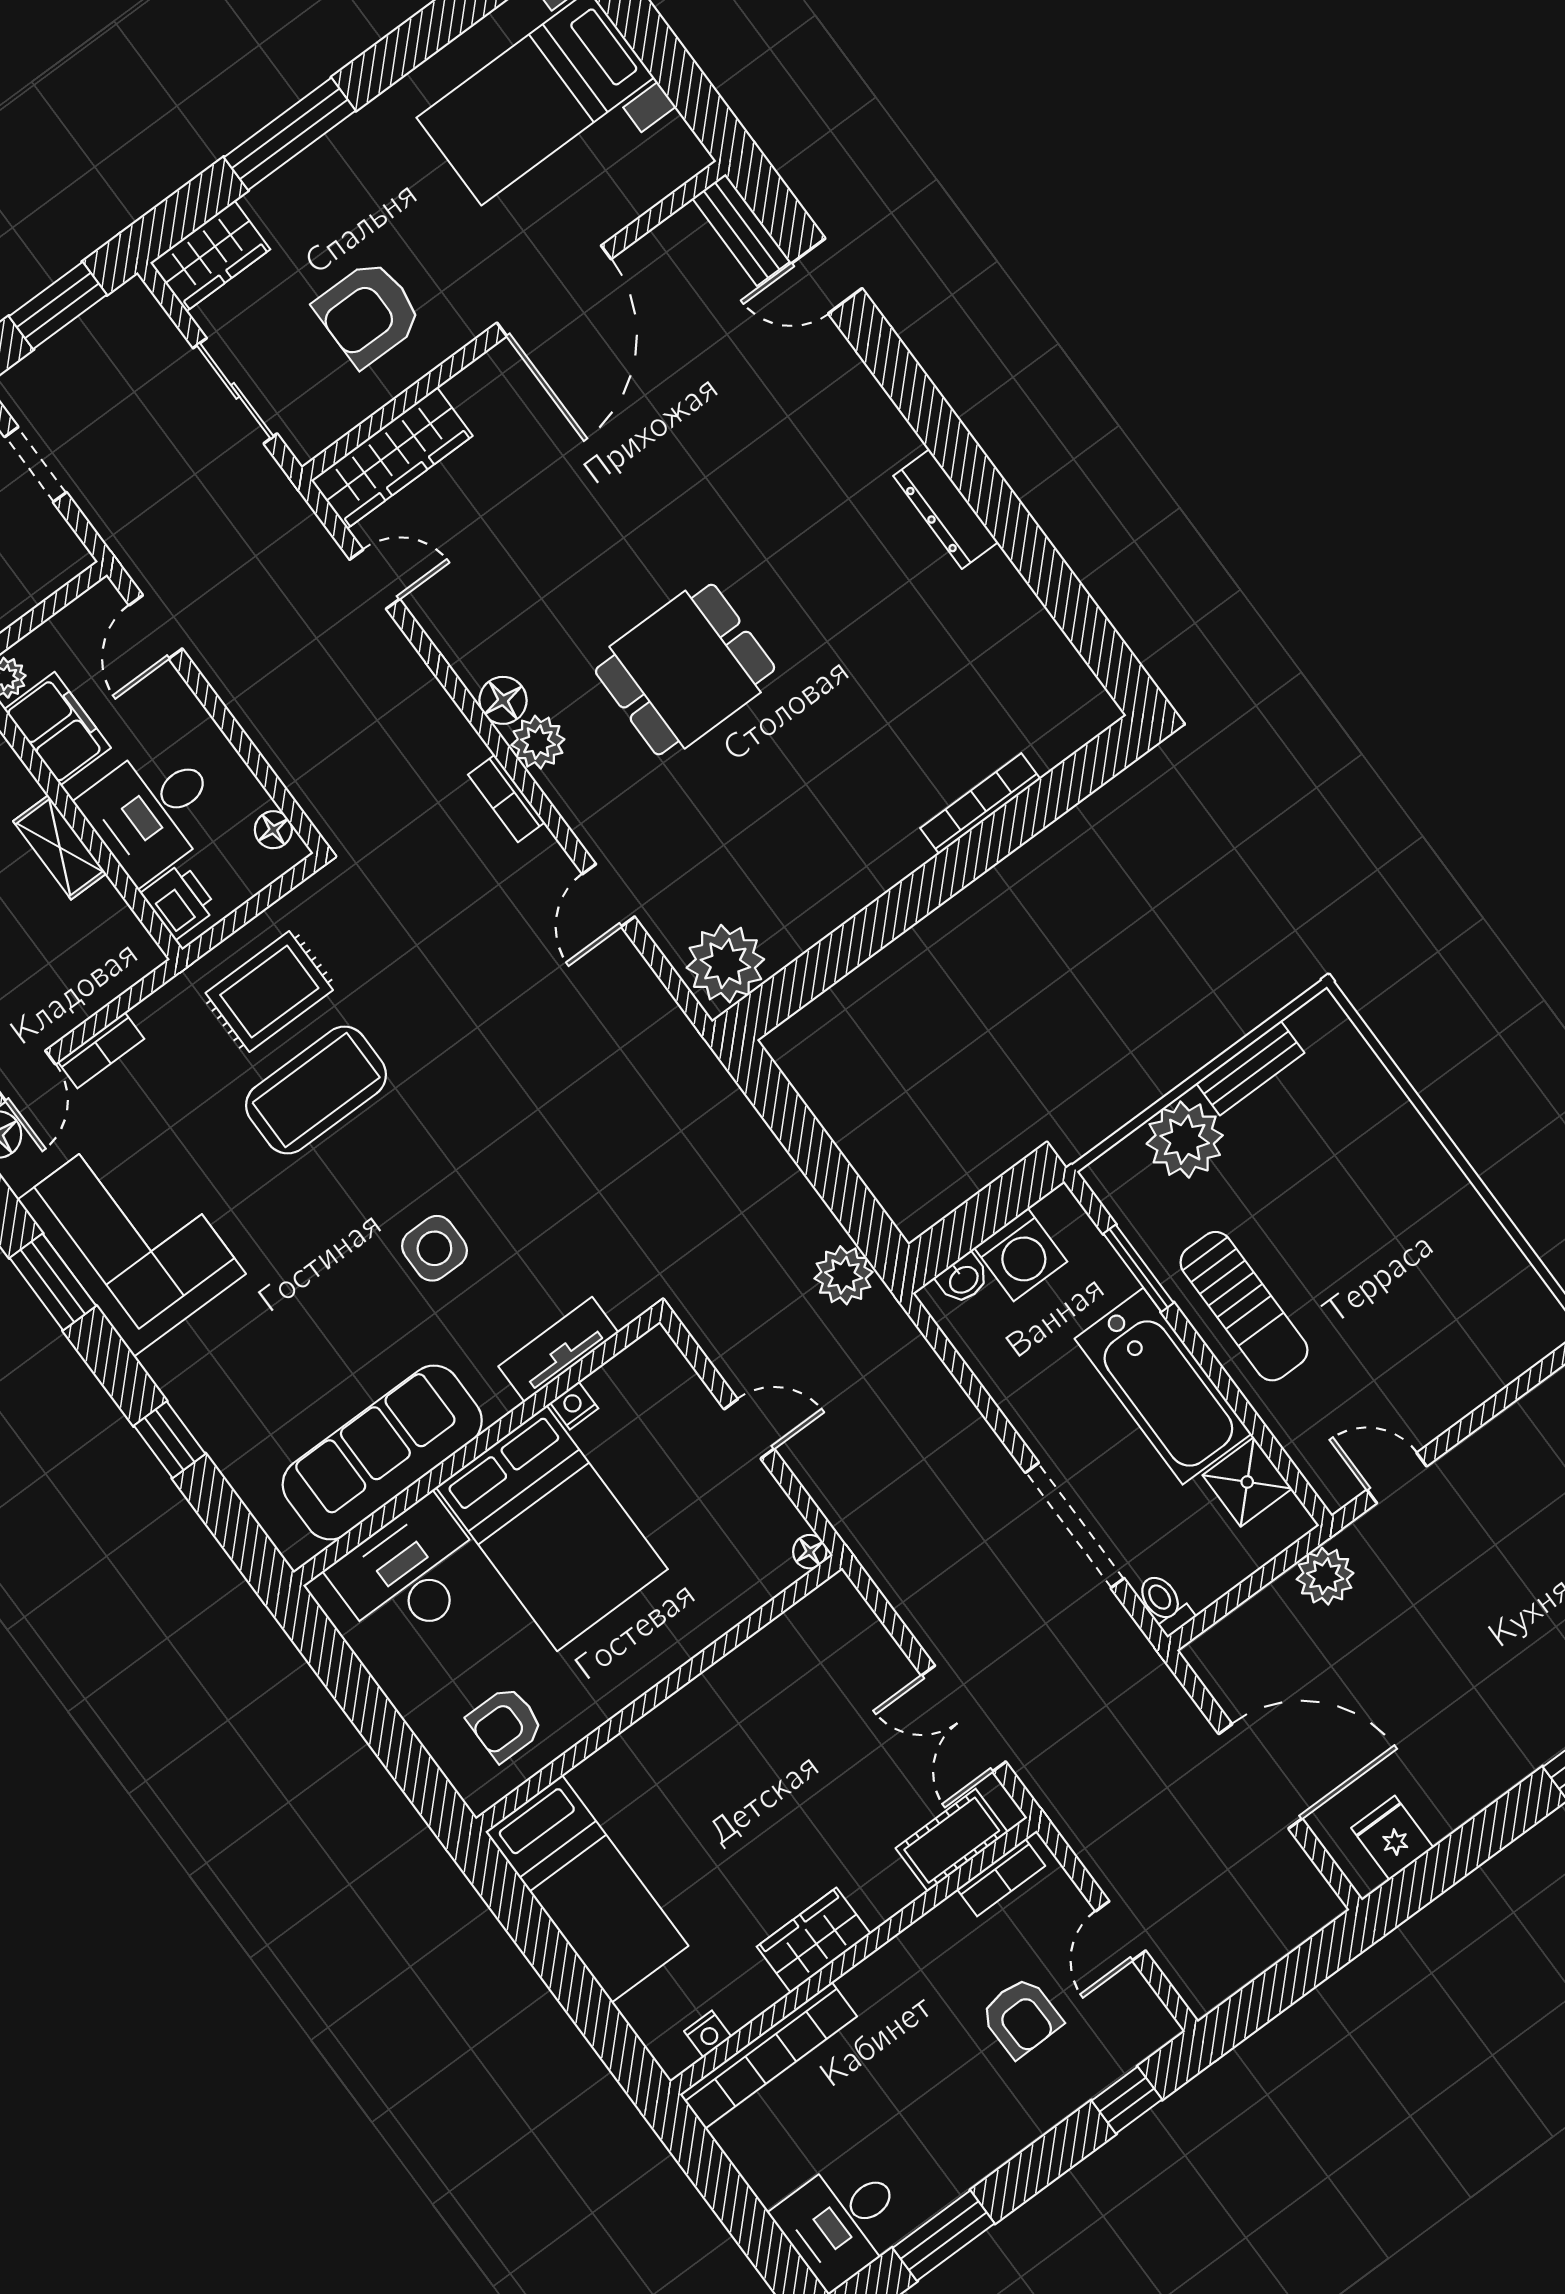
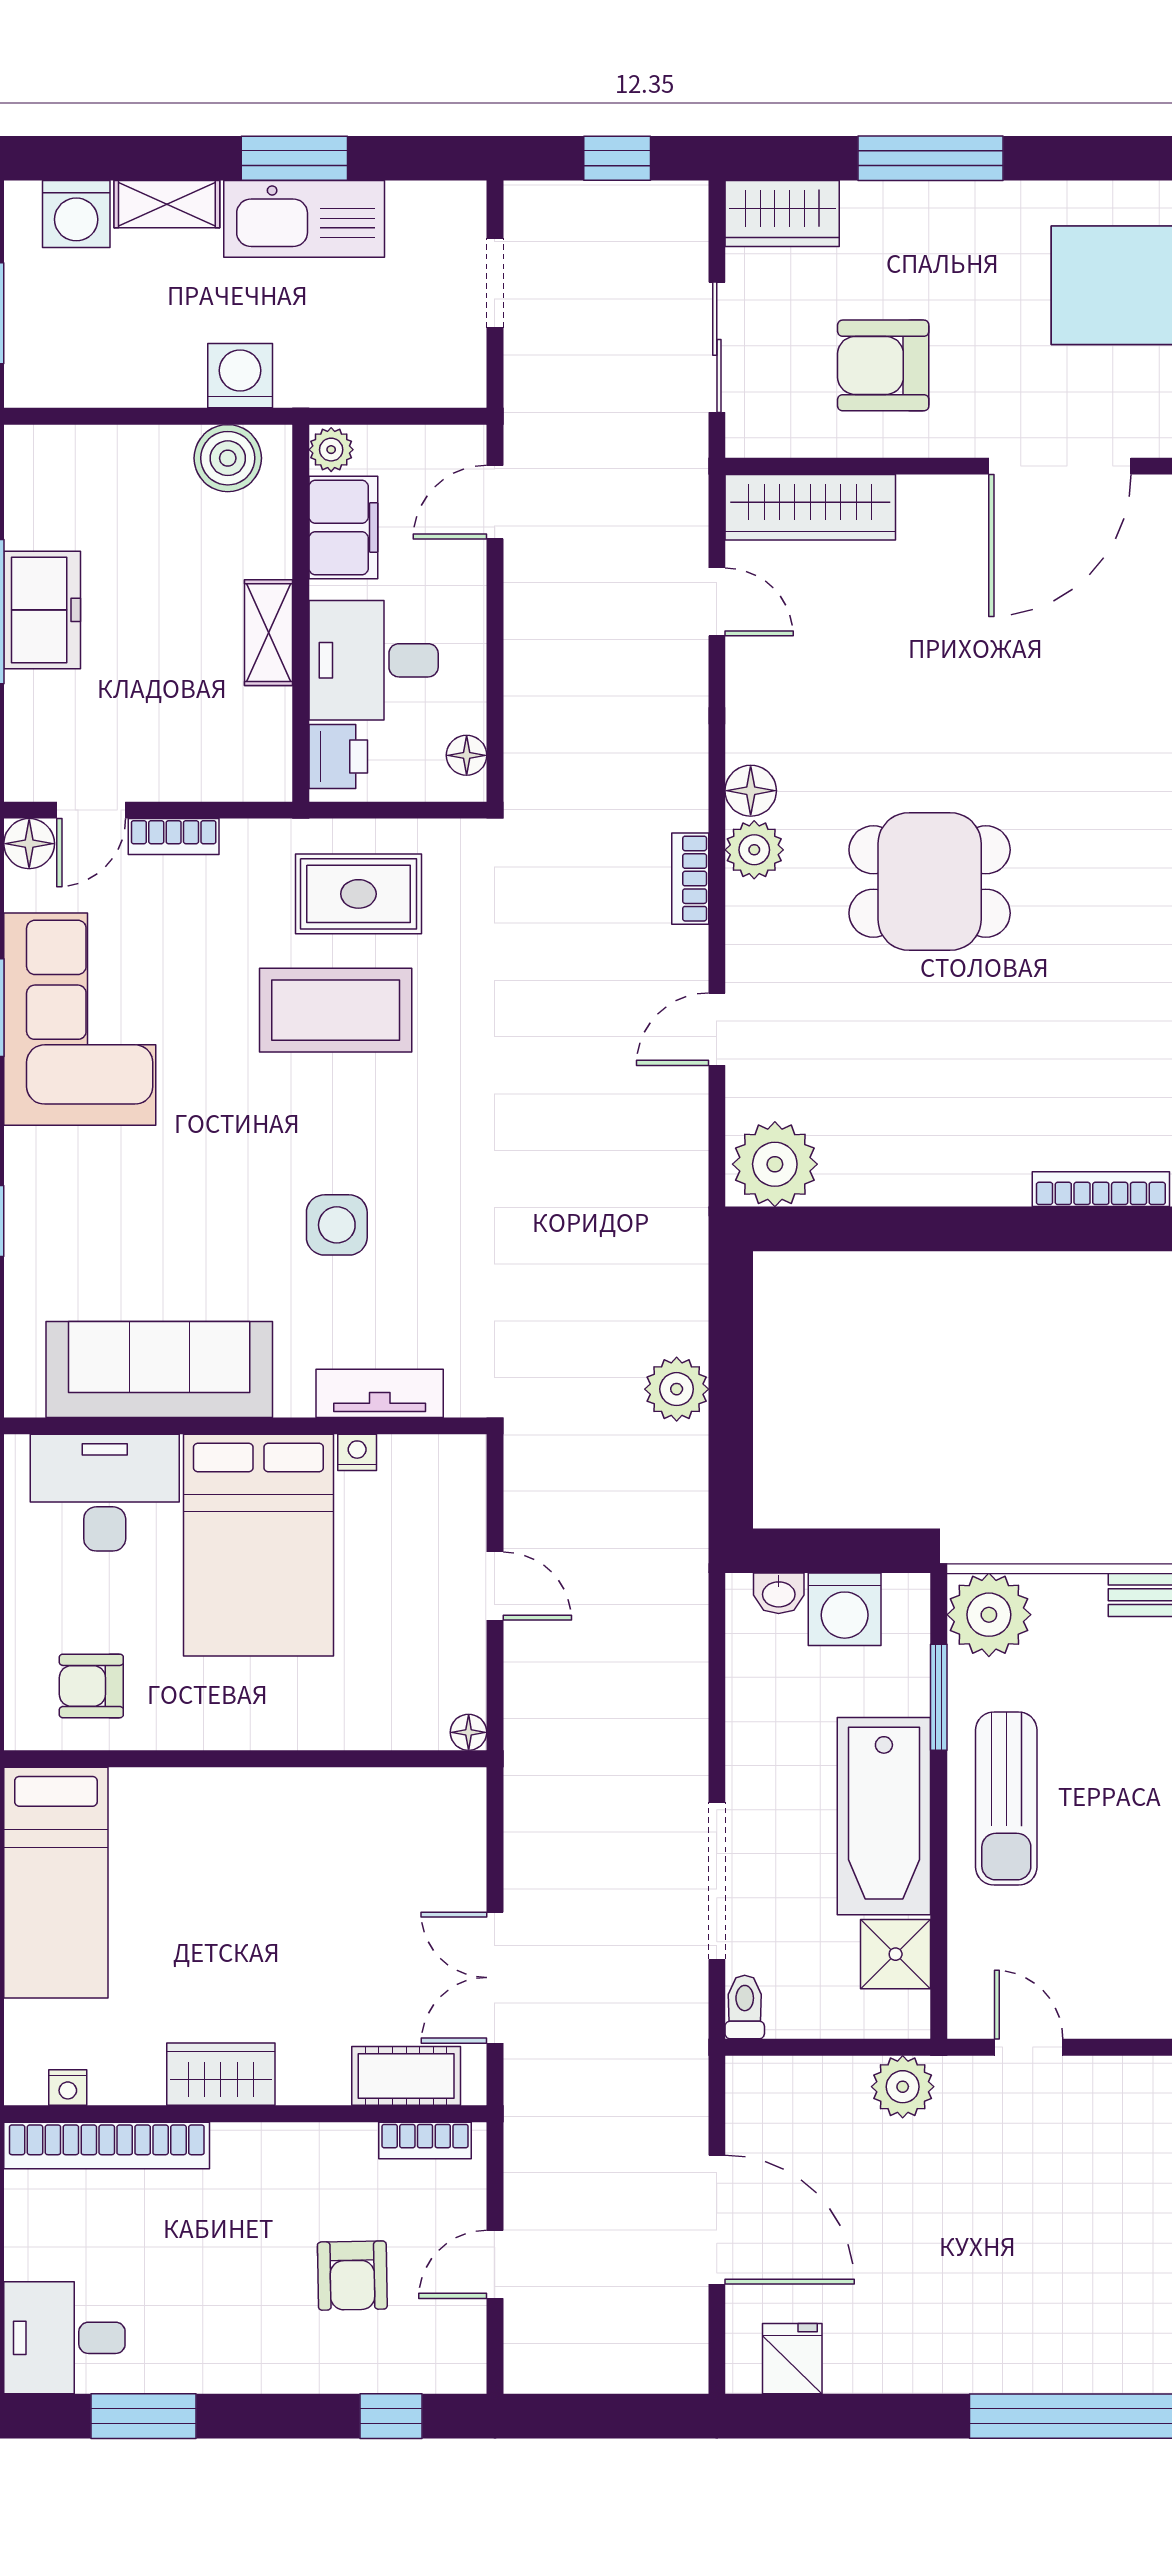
window: (58, 305) -> (617, 158), width x0.67
plant: (1185, 1140) -> (989, 1615), moved
plant: (844, 1275) -> (677, 1389), moved

